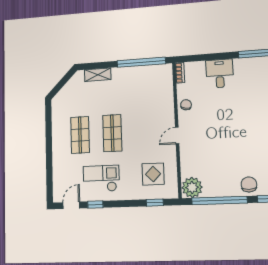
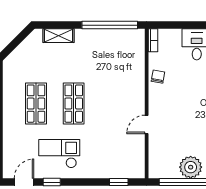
door: (177, 136) -> (147, 124), moved
display table: (153, 174) -> (118, 151), removed
plant: (192, 187) -> (191, 167), moved

